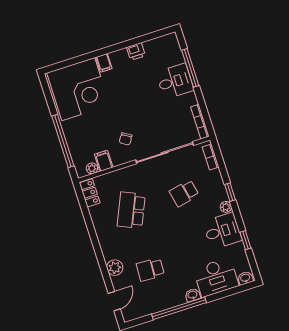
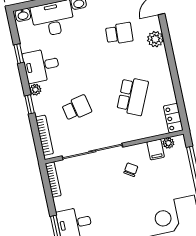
bookcase: (211, 157) -> (44, 135), width x1.56

